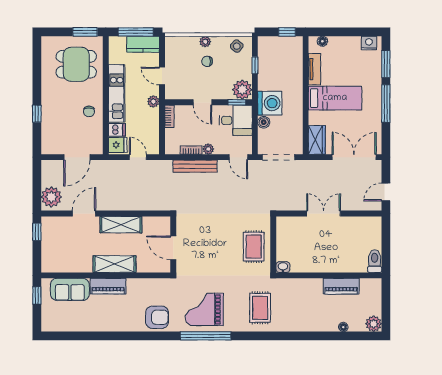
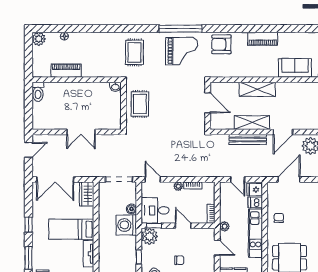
window: (386, 104) -> (28, 225), width x0.46
bench: (195, 166) -> (248, 139), moved
piano: (108, 286) -> (263, 39), moved, turned 180

